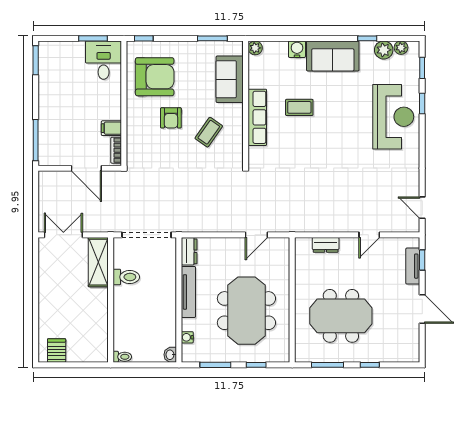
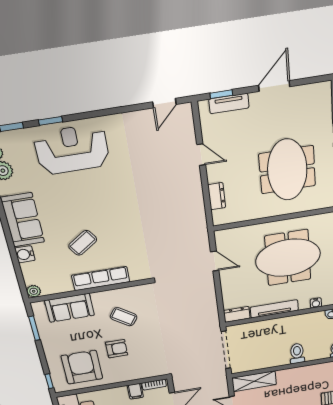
coffee table: (299, 107) -> (83, 243), turned 56
toilet: (126, 277) -> (297, 353), moved

